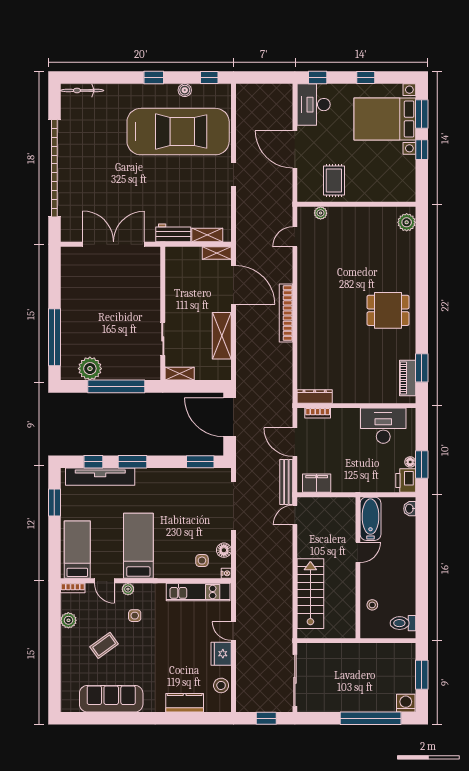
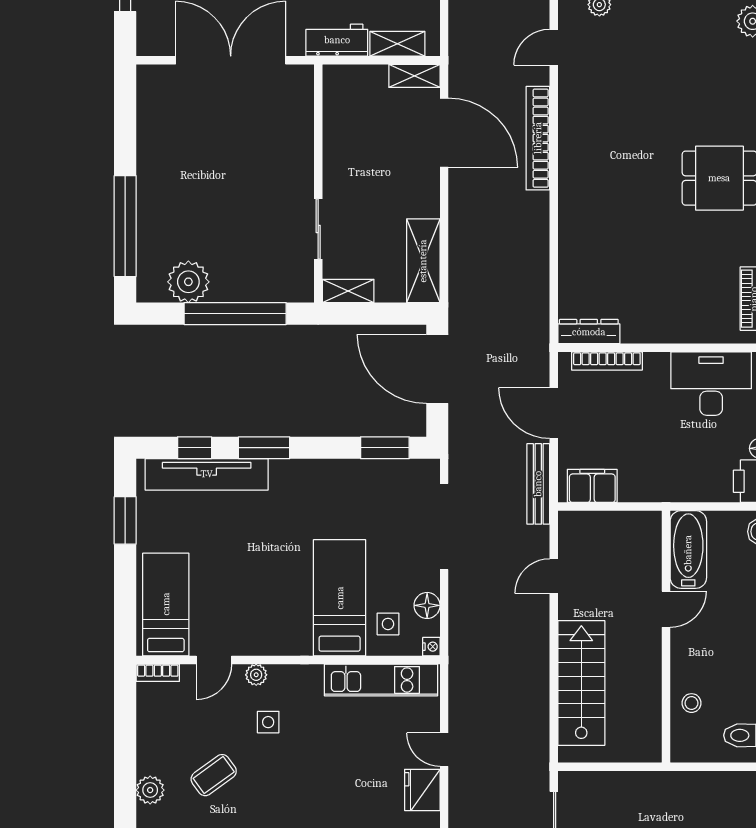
bookcase: (286, 313) -> (538, 138), moved
shelving: (222, 336) -> (423, 261), moved
bookcase: (318, 413) -> (607, 361), width x1.56
door: (295, 515) -> (554, 576), moved
bed: (138, 546) -> (340, 598), moved
door: (104, 581) -> (214, 660), hinge flipped
plant: (68, 620) -> (150, 790), moved

